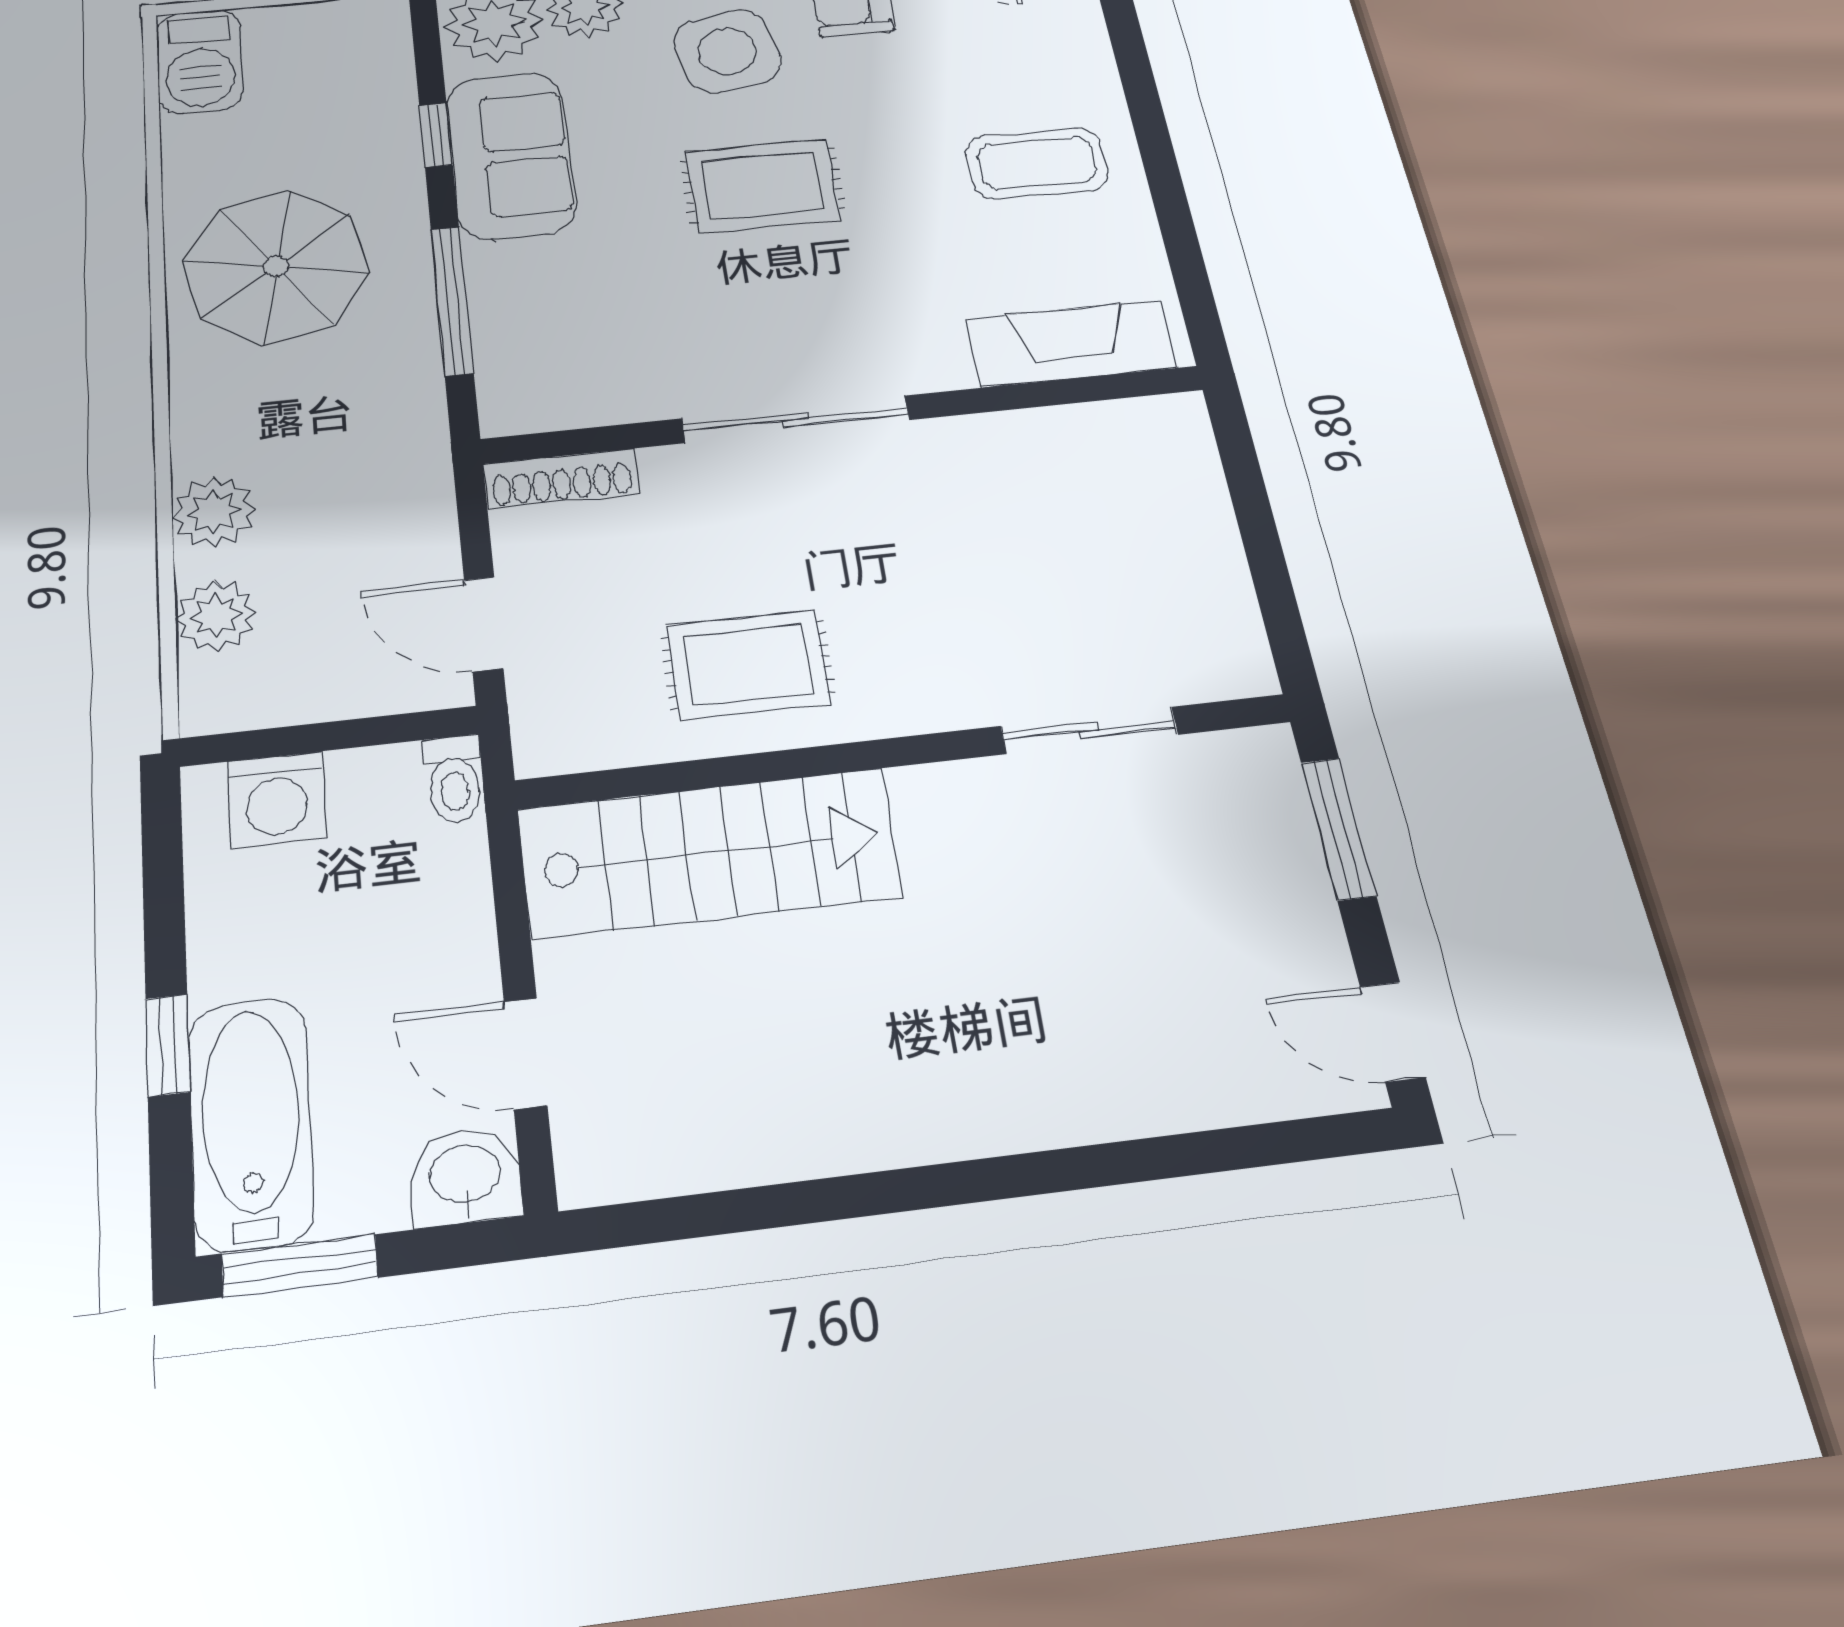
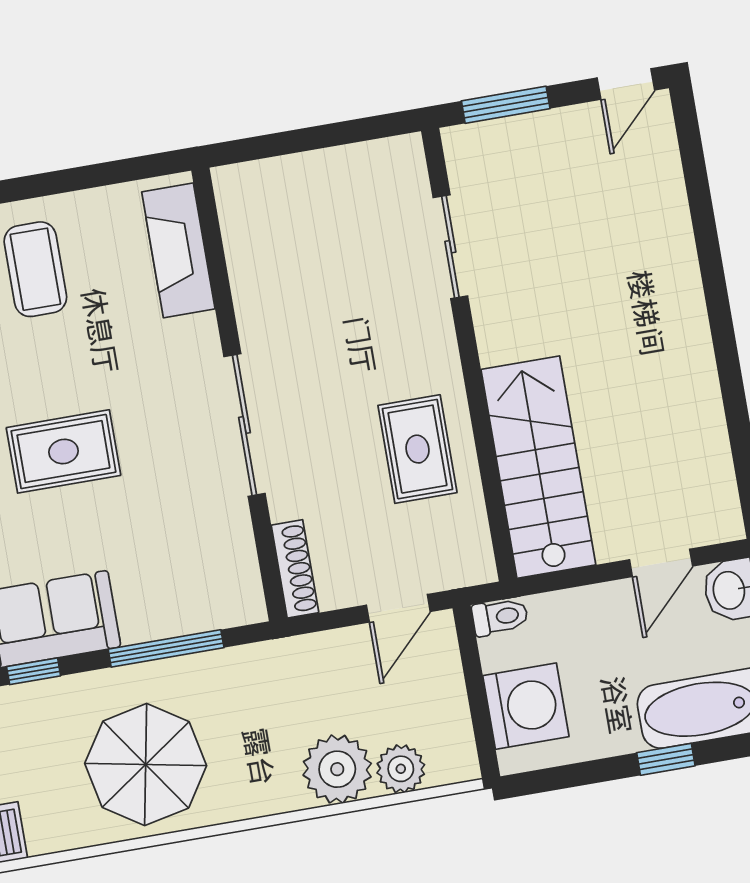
rug: (763, 185) -> (64, 451), turned 90
plant: (214, 512) -> (337, 769), width x1.36, depth x1.36
washing machine: (277, 799) -> (526, 706), width x1.37, depth x1.37

